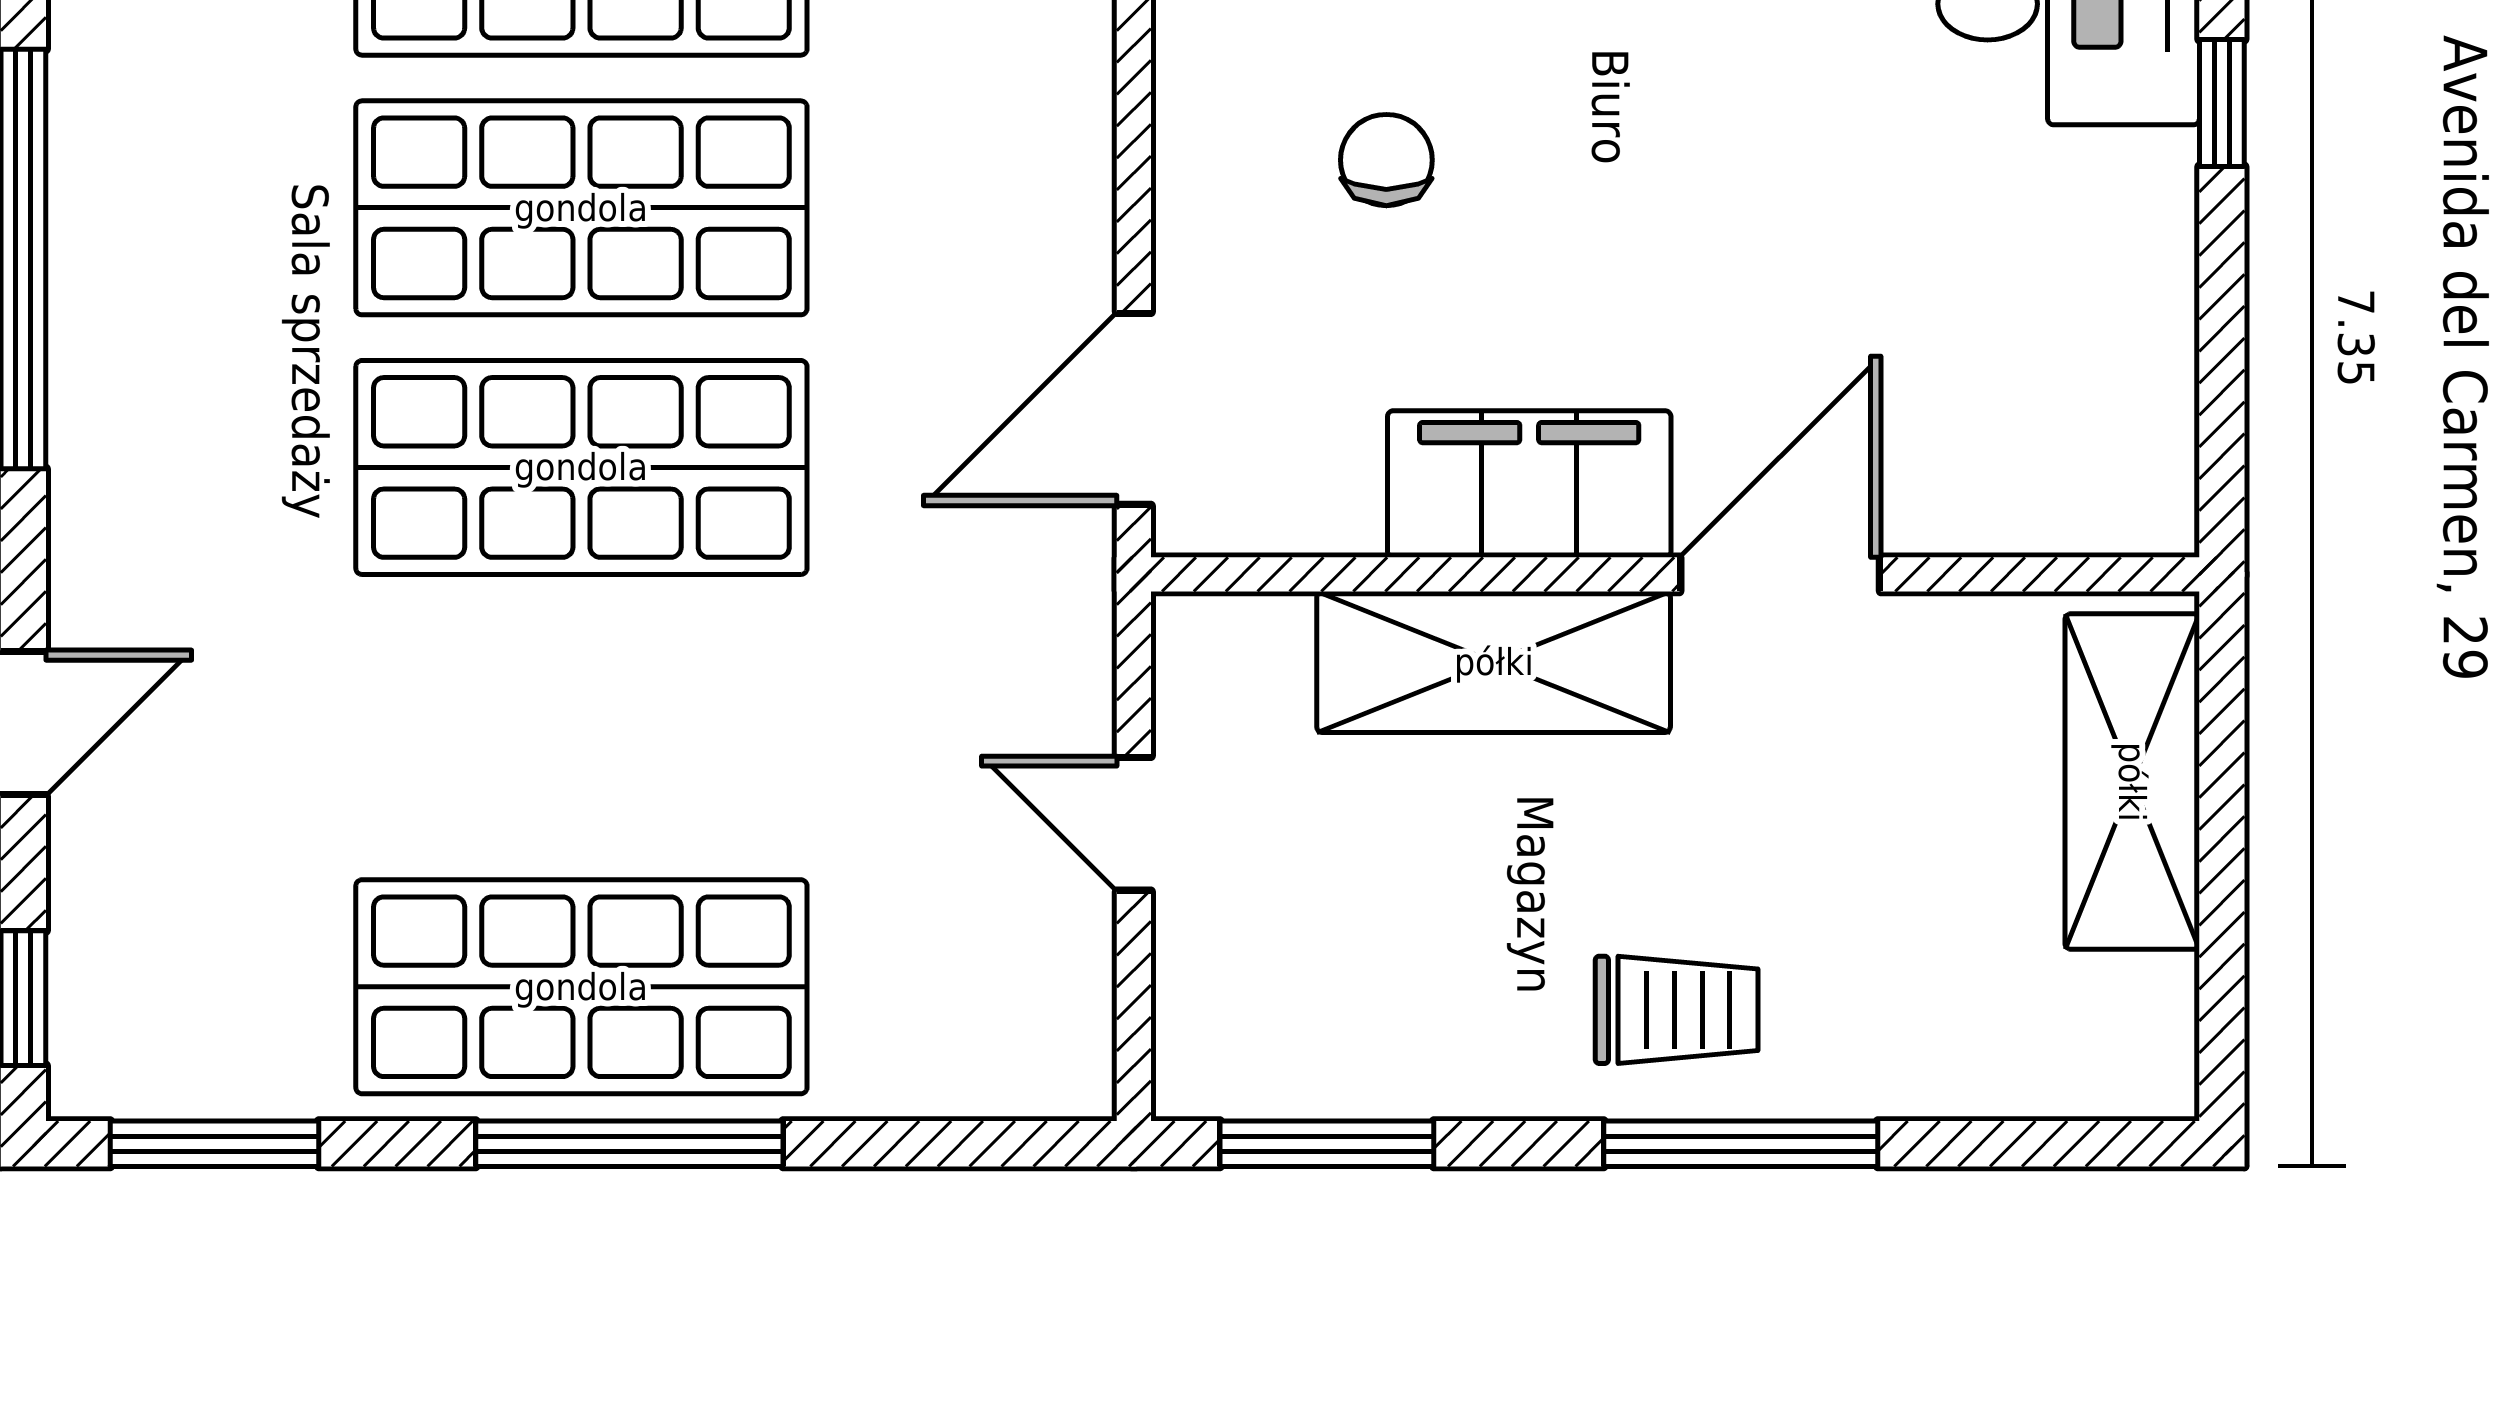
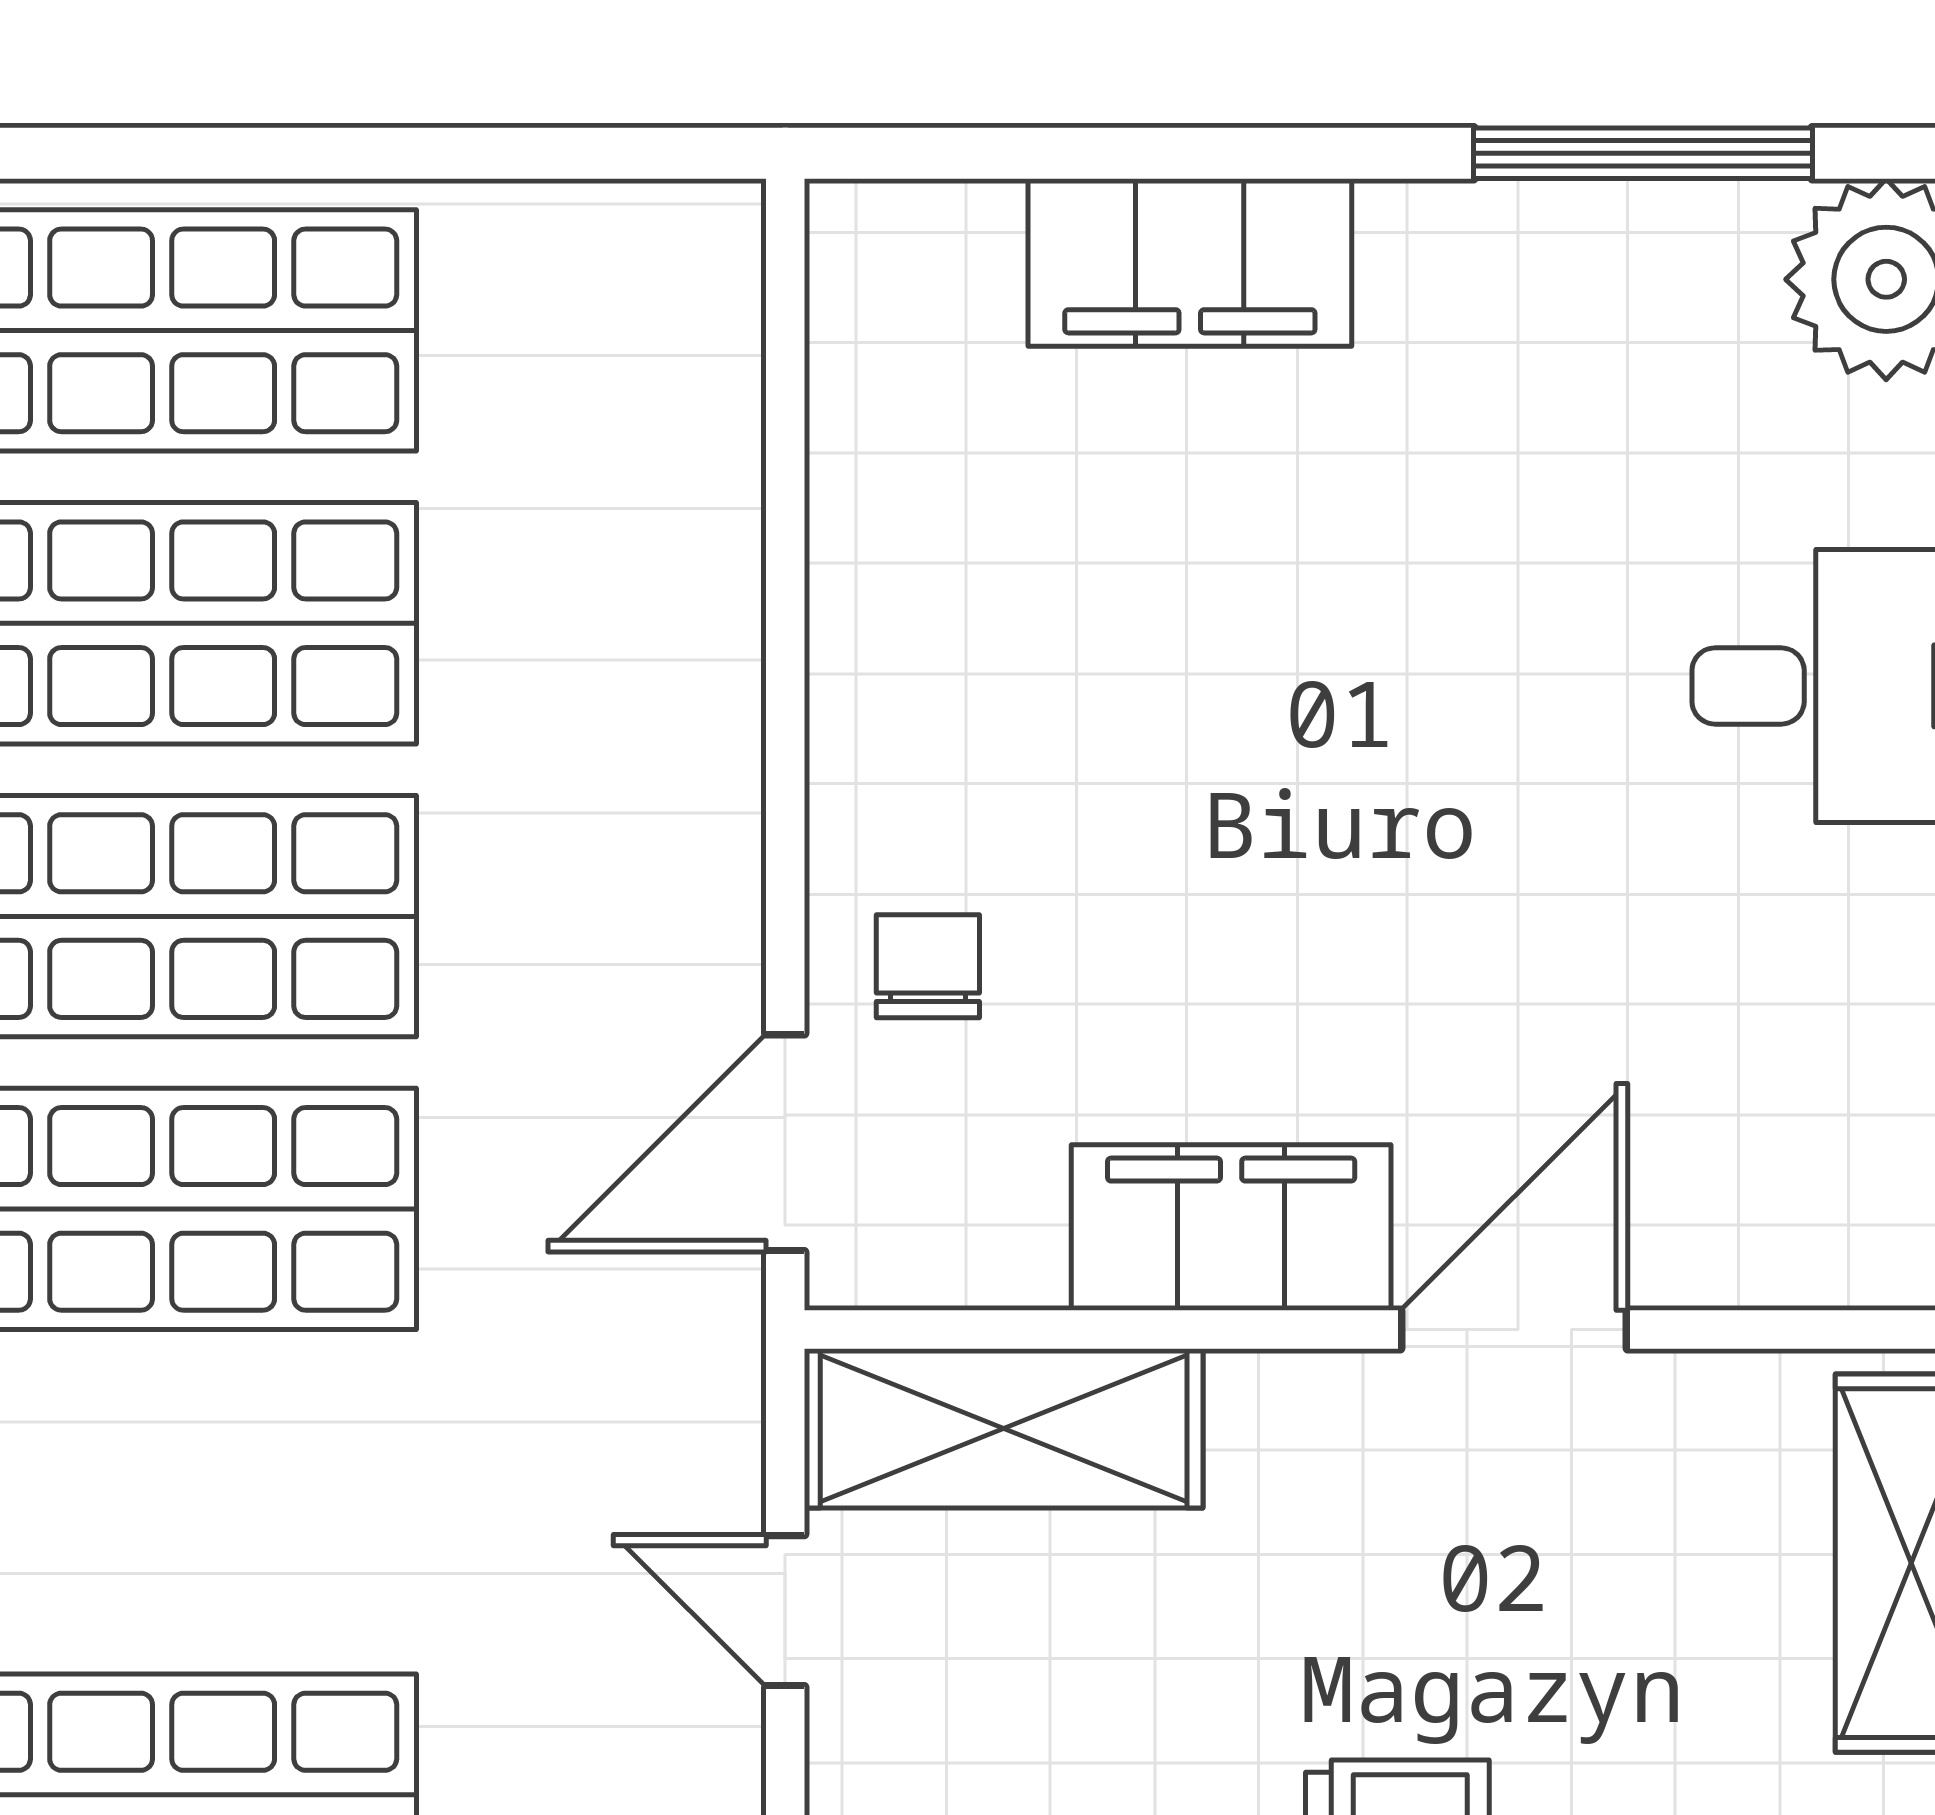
chair: (1386, 160) -> (928, 966), moved
shelving: (1494, 662) -> (1004, 1428), moved

